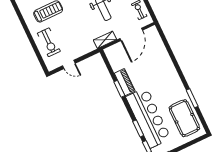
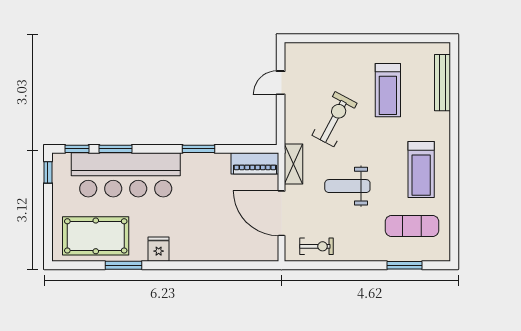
exercise bike: (49, 42) -> (334, 119), moved, turned 118
piano: (125, 82) -> (255, 163), moved
fridge: (176, 85) -> (159, 249), added

